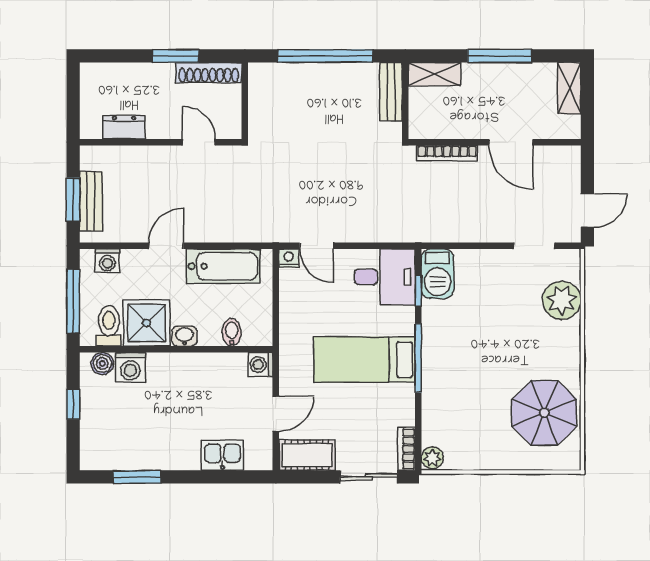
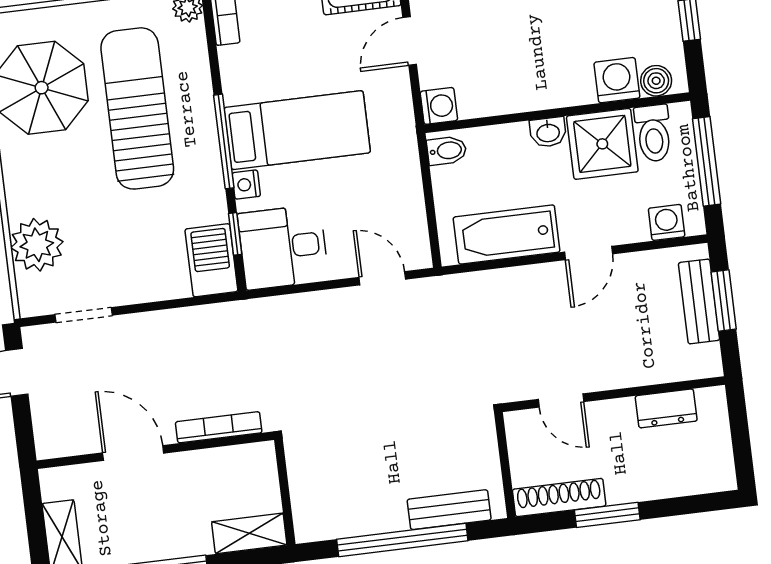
bench: (391, 92) -> (449, 510), moved, turned 90
nightstand: (289, 258) -> (246, 185), moved, turned 90
bidet: (232, 332) -> (447, 151), moved, turned -90
sun lounger: (478, 389) -> (137, 108), added

